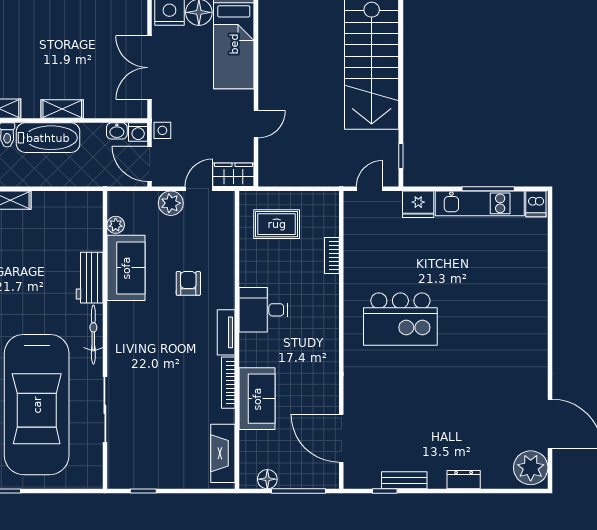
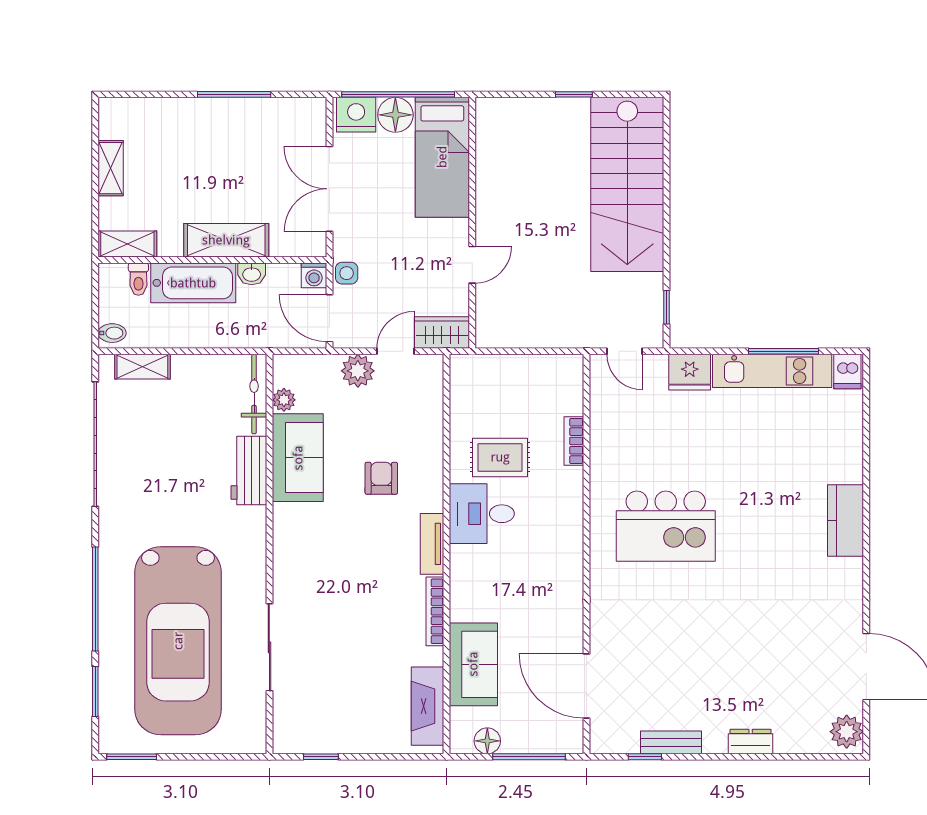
shelving: (62, 109) -> (226, 240), width x1.50, depth x1.33
washbasin: (117, 131) -> (252, 274), moved
door: (370, 189) -> (625, 351), swing flipped
rug: (277, 224) -> (500, 457), moved
kitchen counter: (534, 315) -> (845, 521), added
bicycle: (93, 335) -> (254, 394), moved
sofa: (257, 399) -> (473, 664), moved
plant: (531, 468) -> (847, 732), width x0.73, depth x0.73

